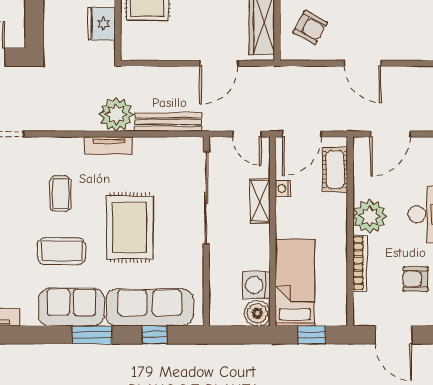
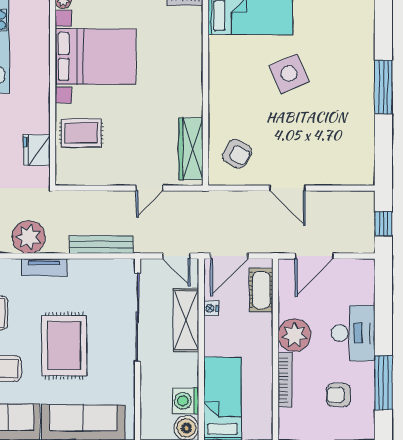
door: (219, 63) -> (150, 188), width x0.73
plant: (116, 114) -> (29, 237), moved
shelving: (260, 201) -> (186, 320), width x1.50, depth x1.33

